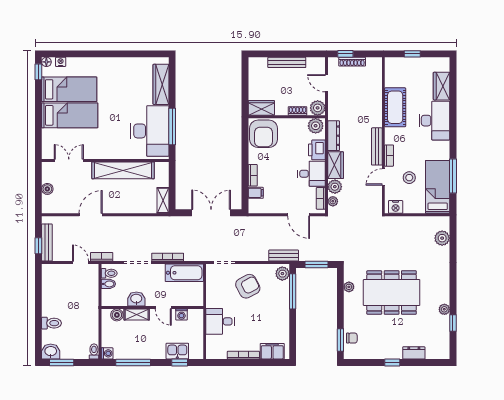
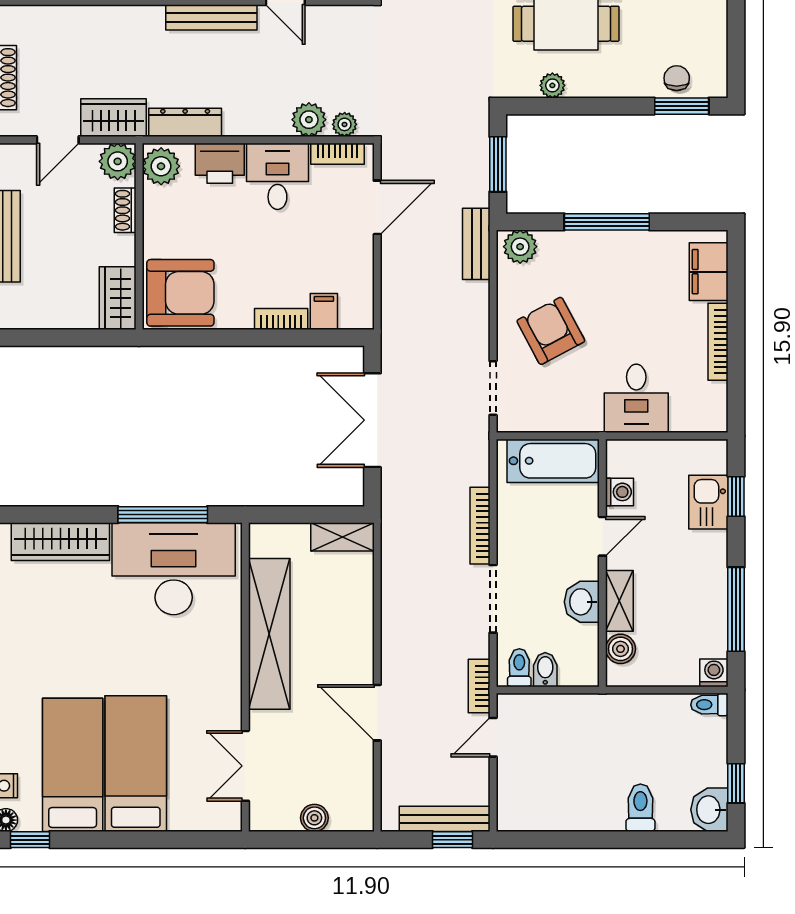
wardrobe: (336, 165) -> (114, 118), moved
bathtub: (184, 273) -> (553, 461), moved, turned 90
window: (293, 291) -> (607, 222), moved
window: (62, 362) -> (736, 783), width x0.67

